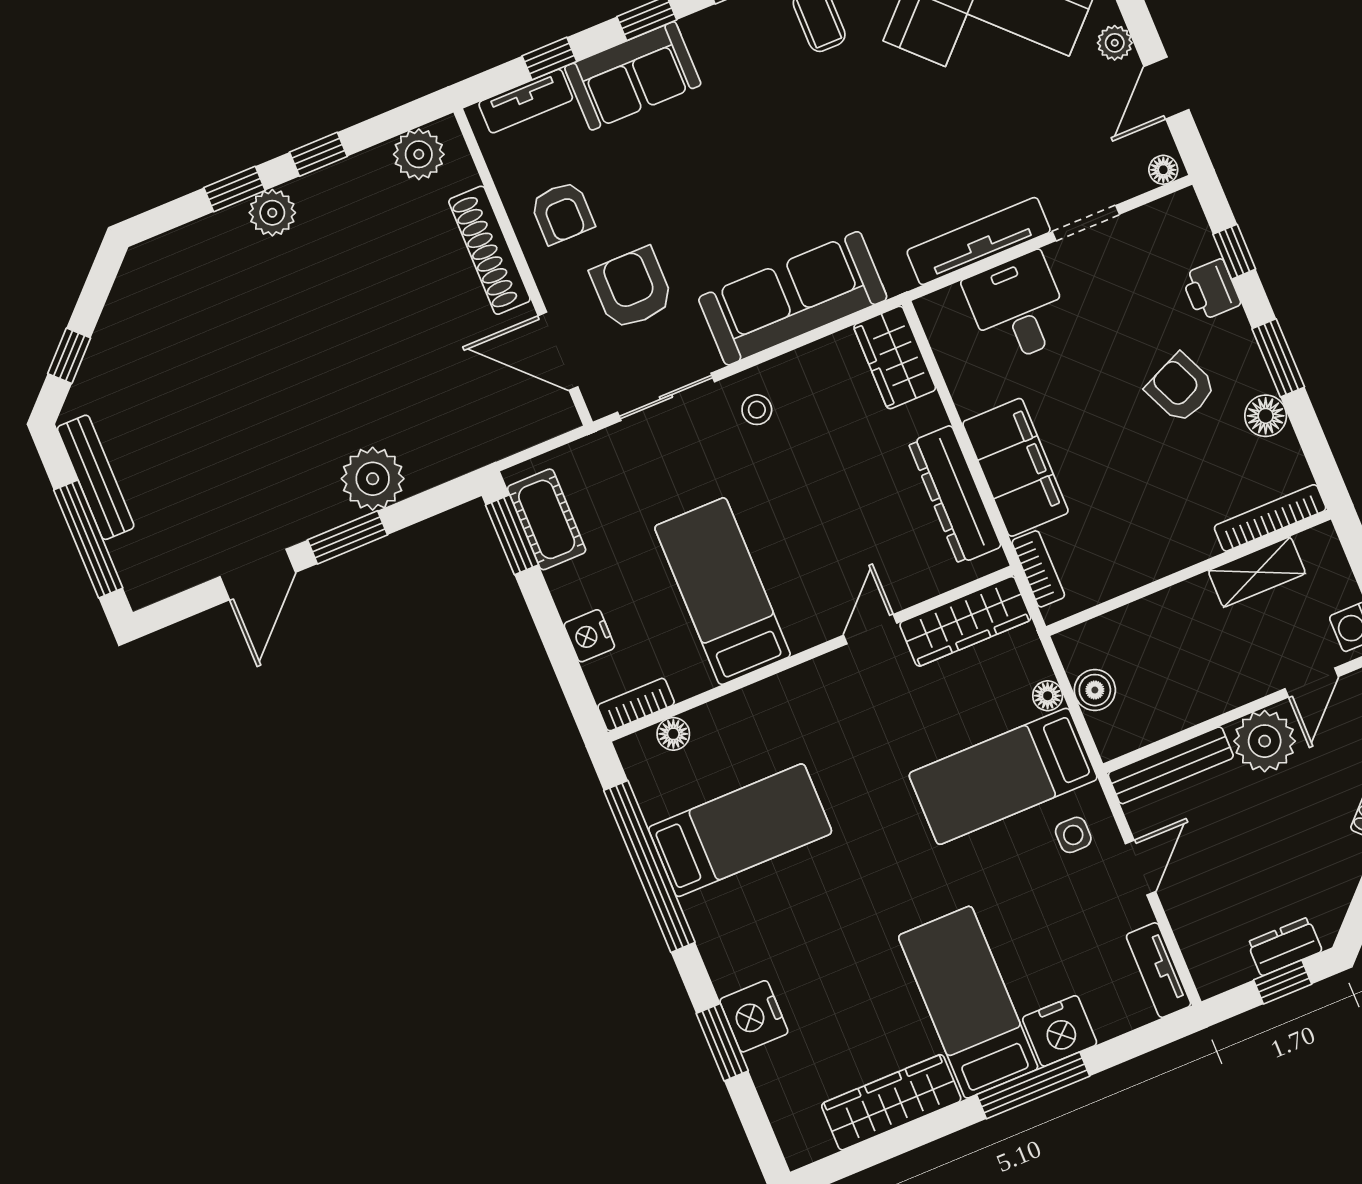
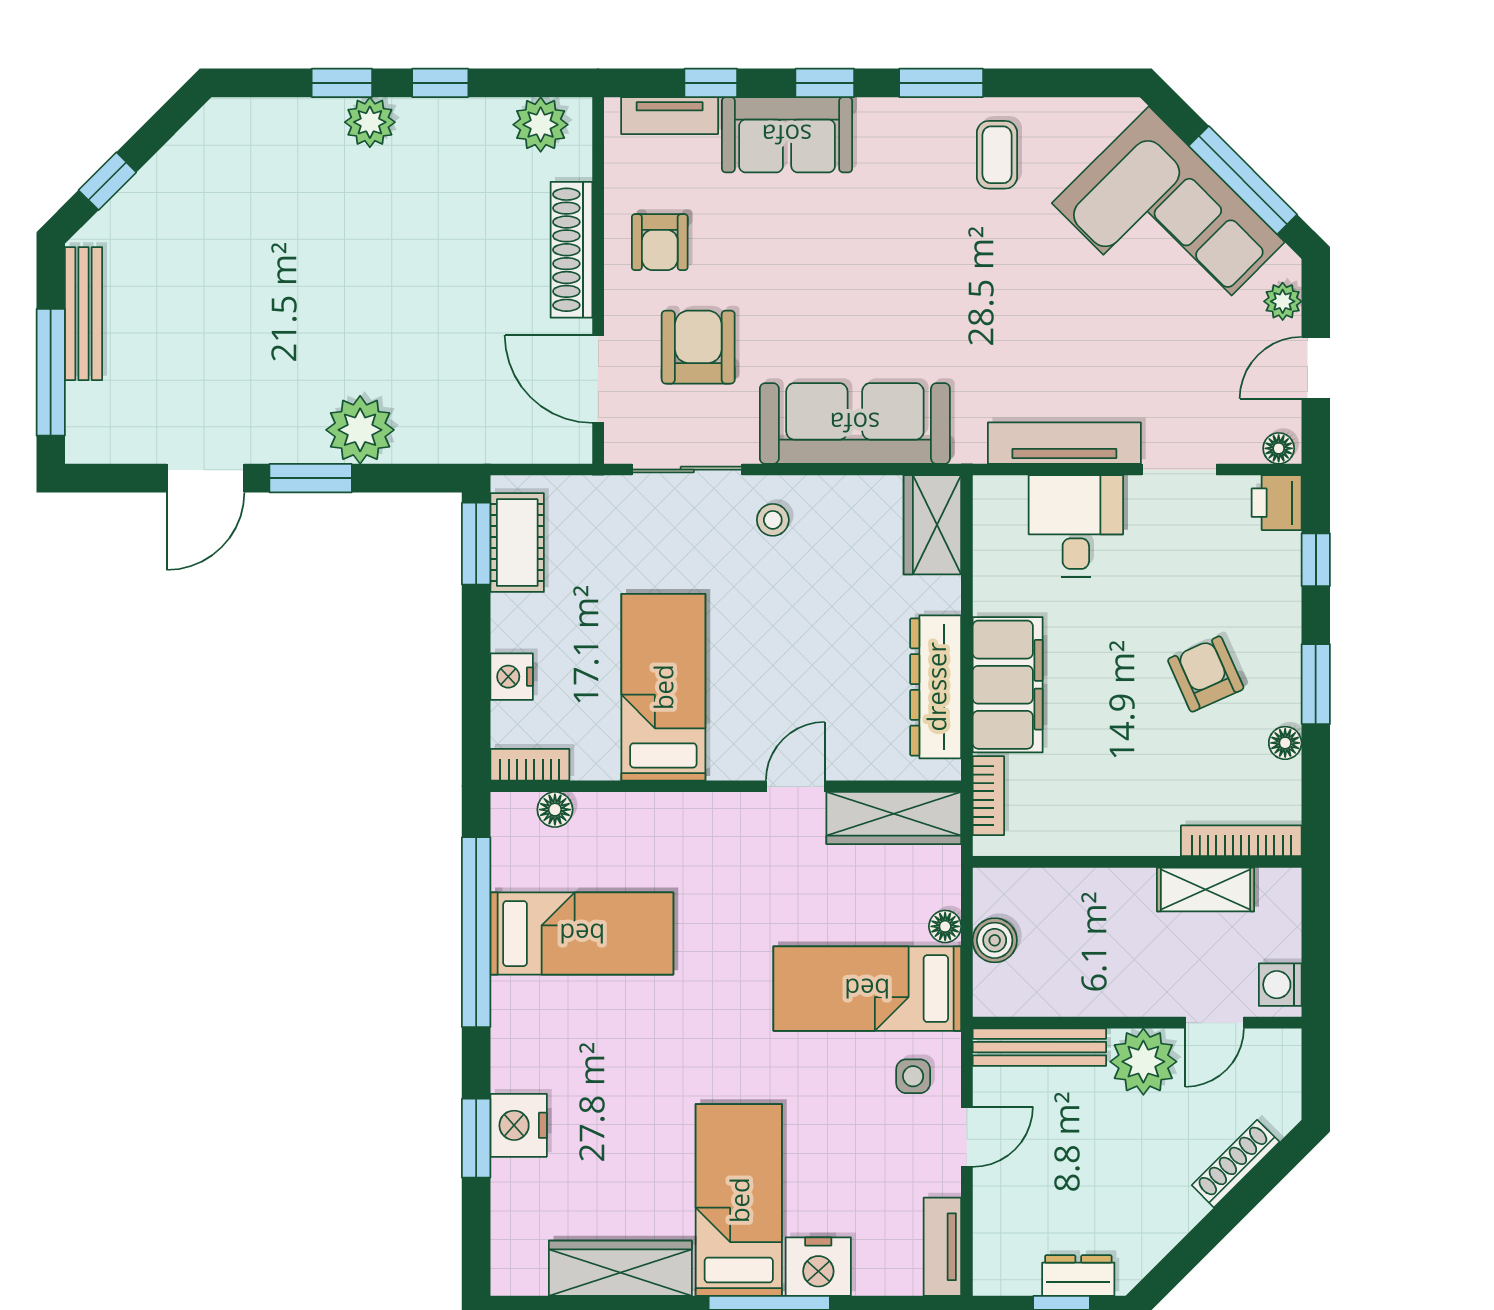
printer: (1211, 290) -> (1277, 503), moved
floor lamp: (1266, 416) -> (1285, 743), width x0.73, depth x0.73

